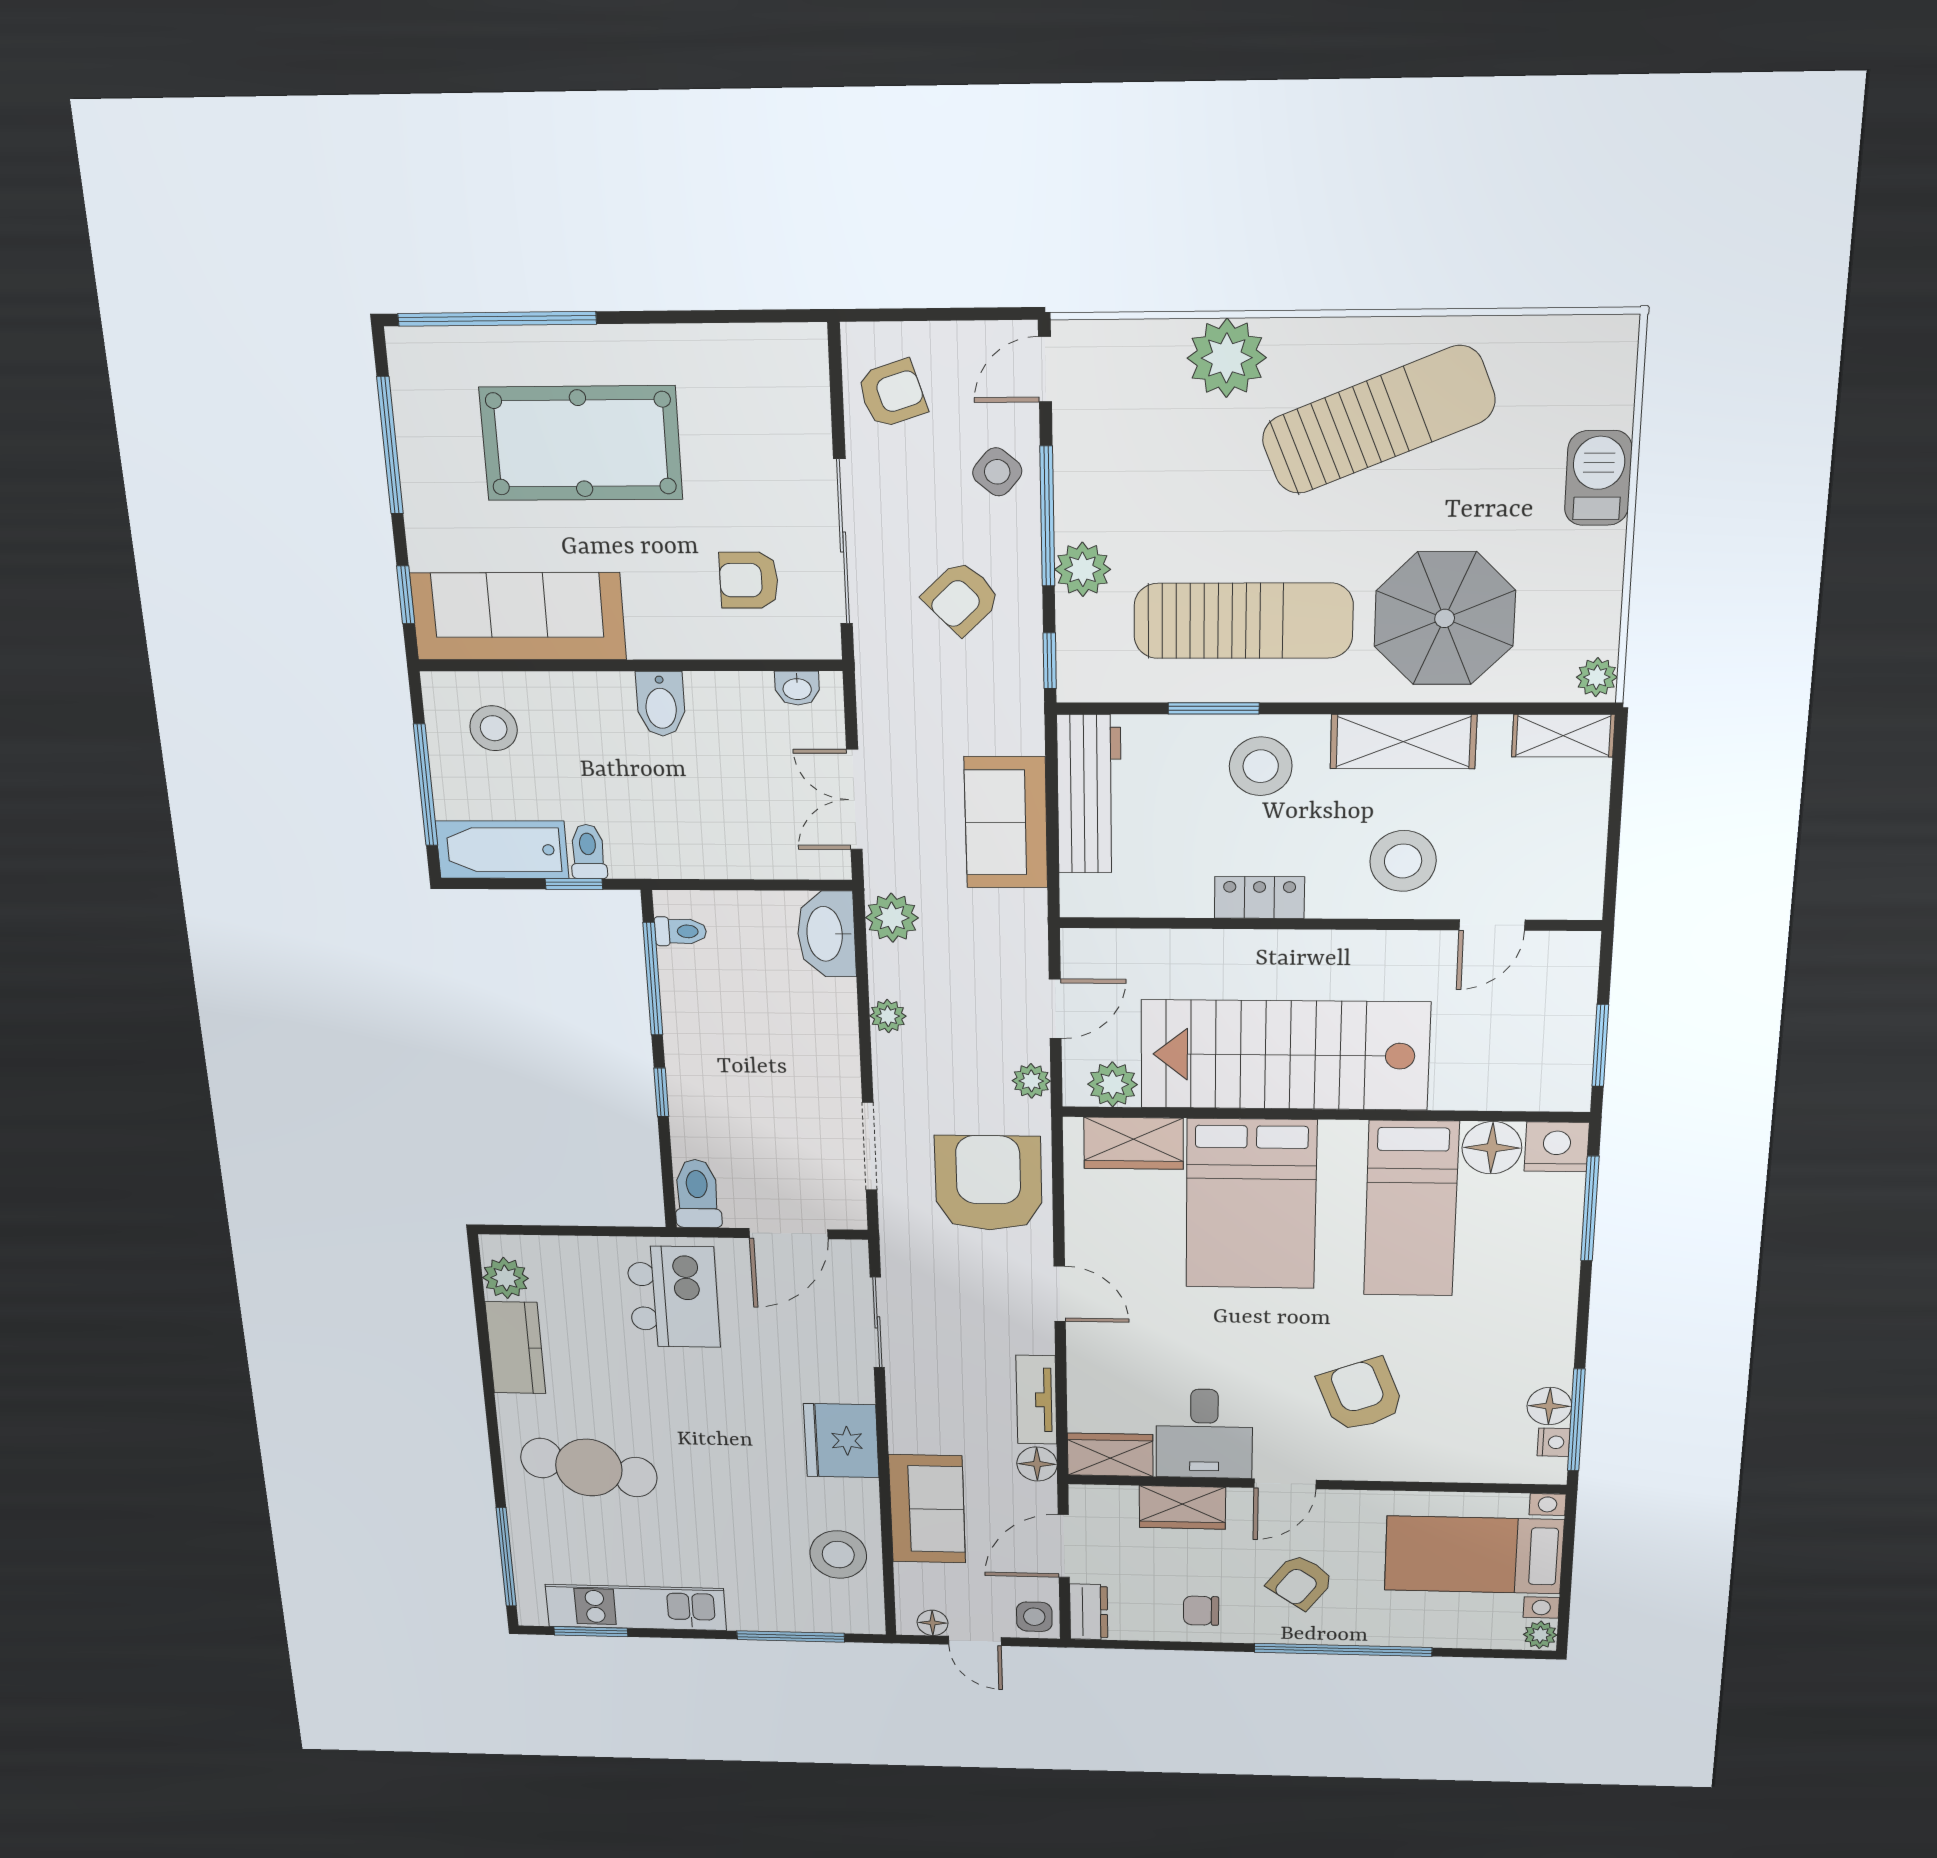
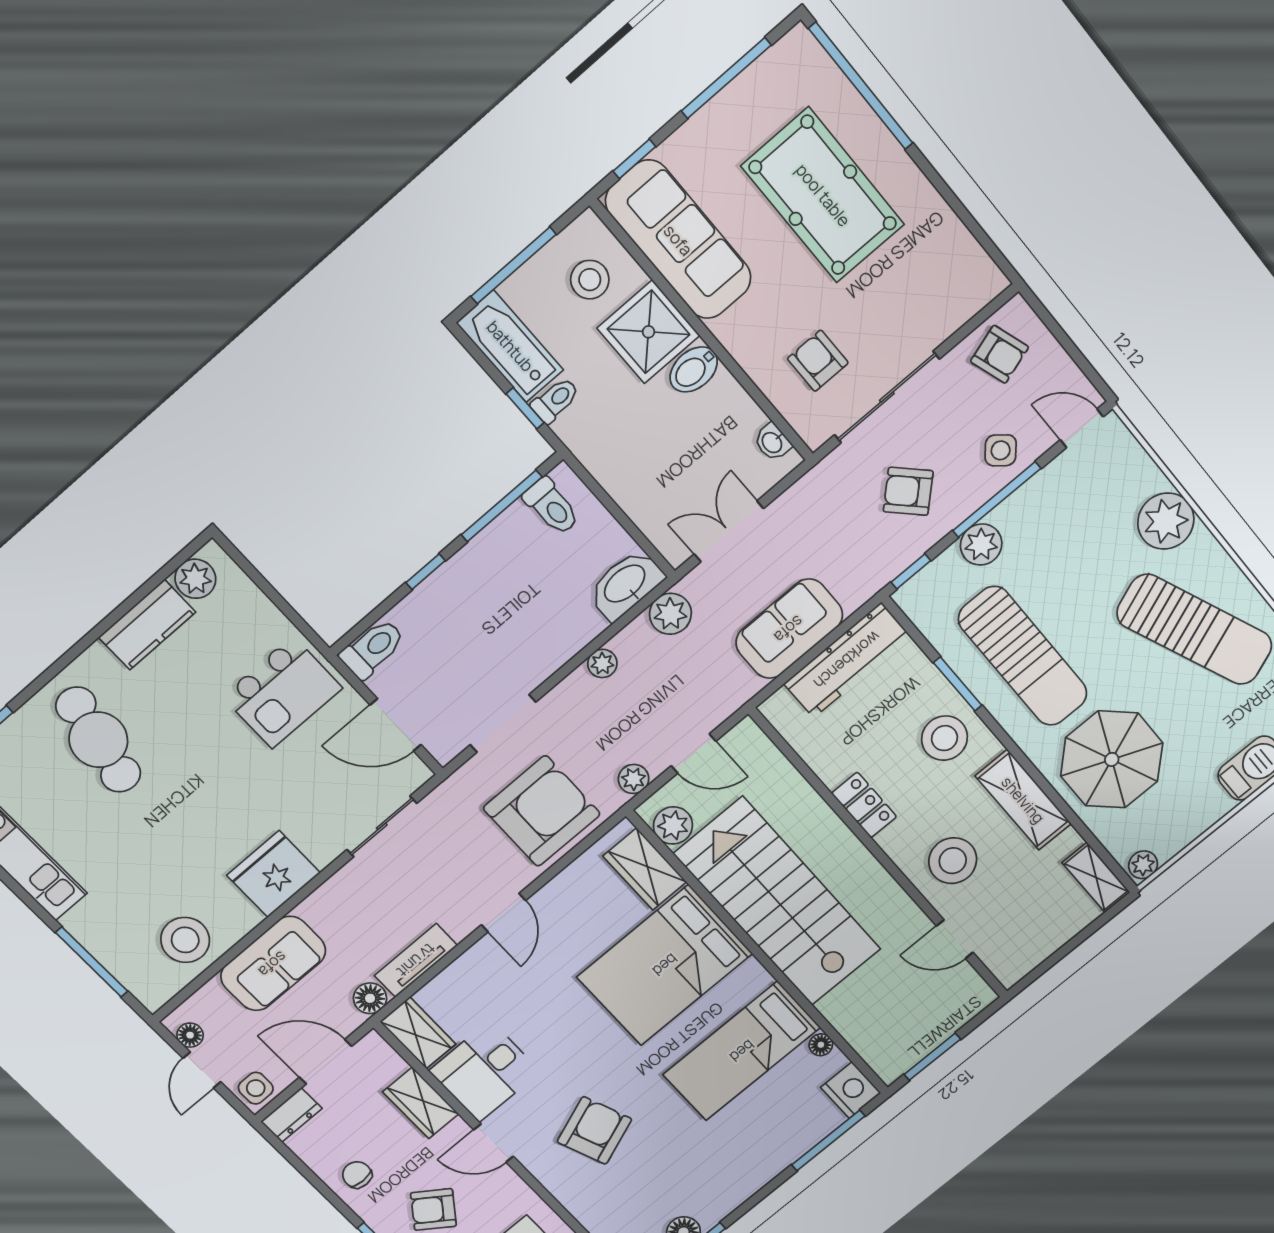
shower: (589, 716) -> (648, 332), added
toilet: (681, 931) -> (552, 506), width x1.37, depth x1.39
floor lamp: (1492, 1148) -> (821, 1045), width x0.53, depth x0.53

